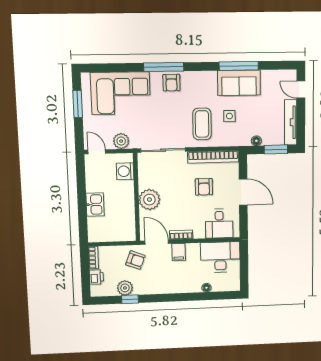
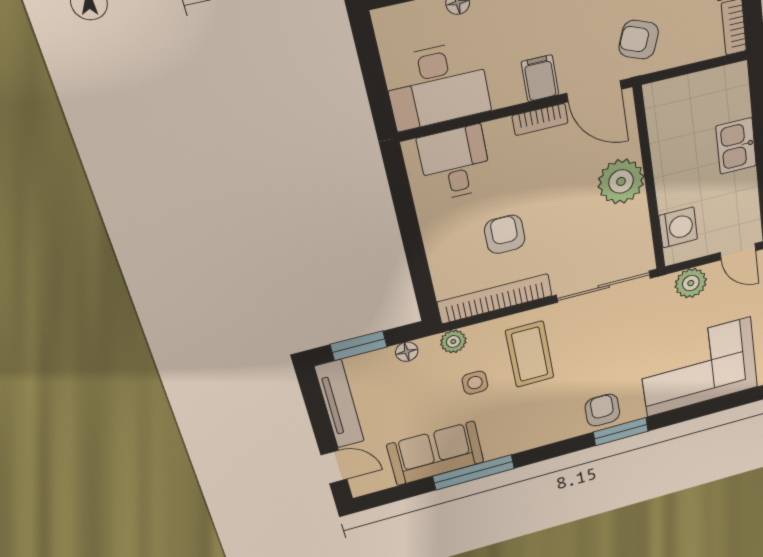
window: (164, 67) -> (621, 432), width x0.69
sofa: (239, 83) -> (436, 453), moved
plant: (235, 140) -> (453, 341), added
door: (243, 192) -> (413, 243), removed

